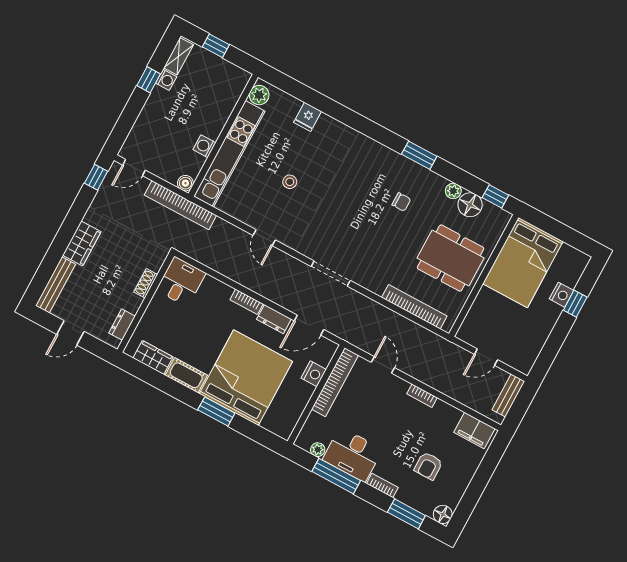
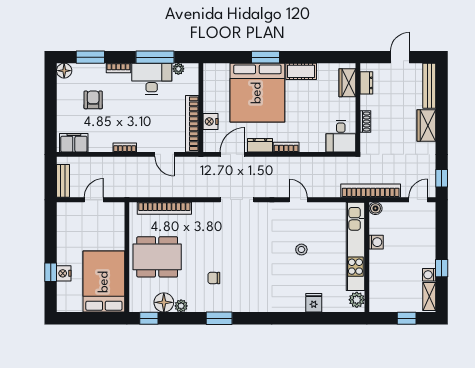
wardrobe: (153, 357) -> (347, 83), moved, turned 90

